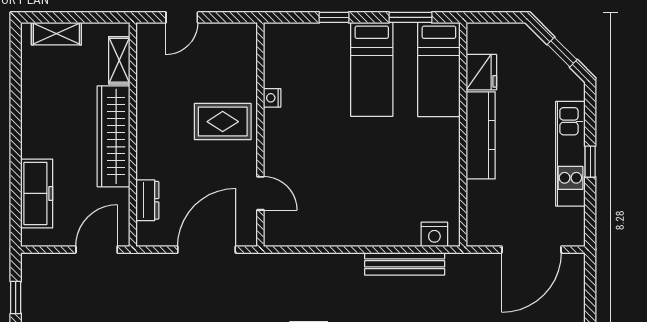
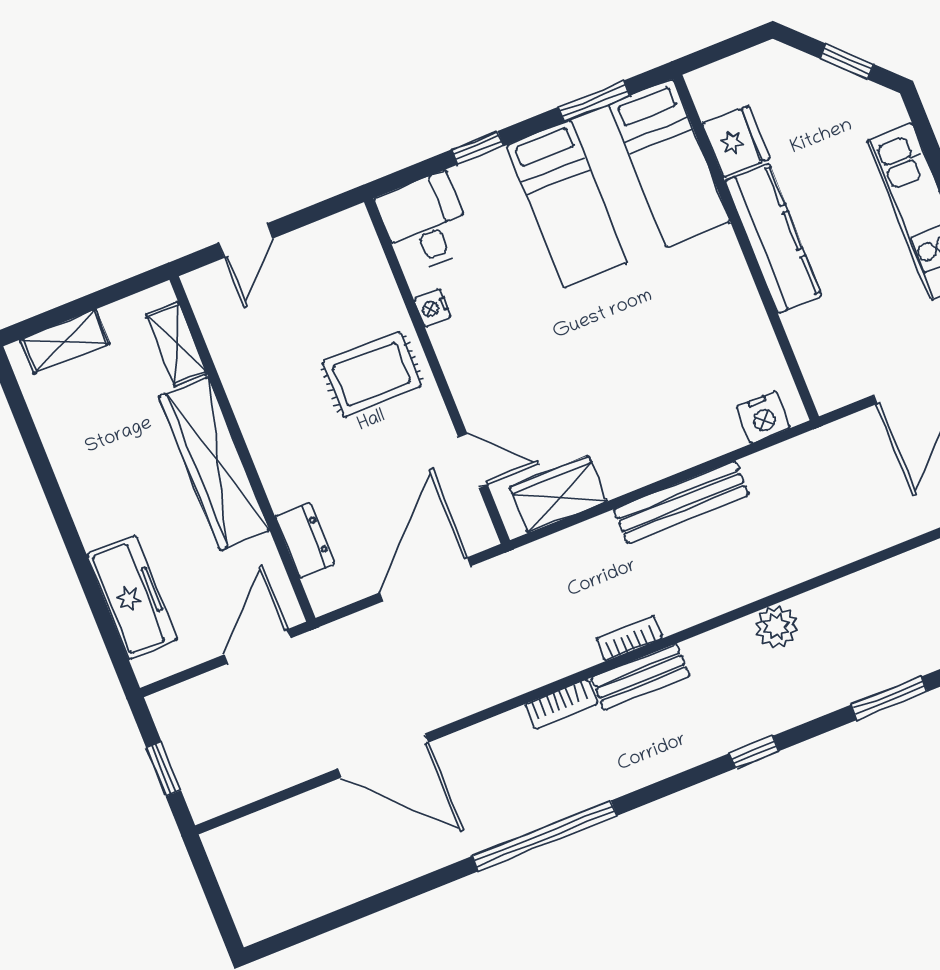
desk: (287, 48) -> (425, 223), added
wardrobe: (301, 231) -> (558, 494), added
bench: (405, 264) -> (681, 502), moved

